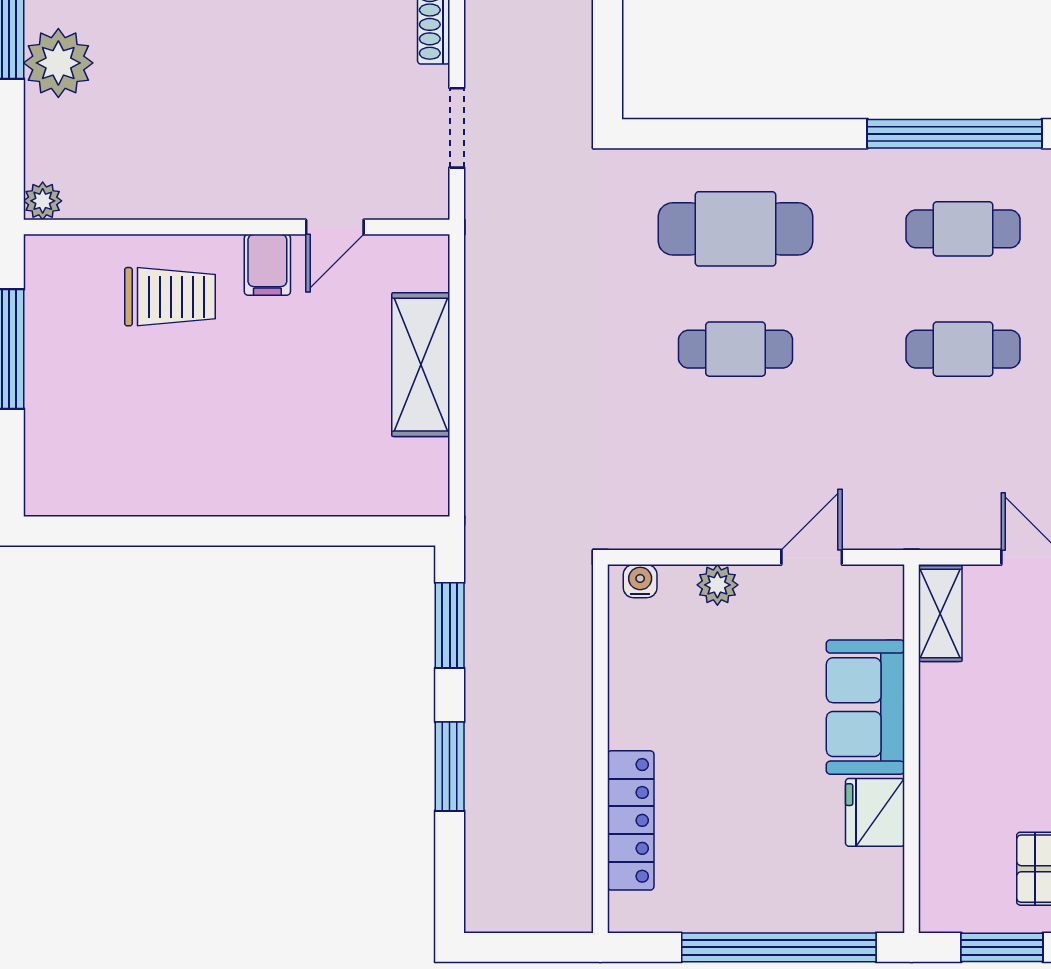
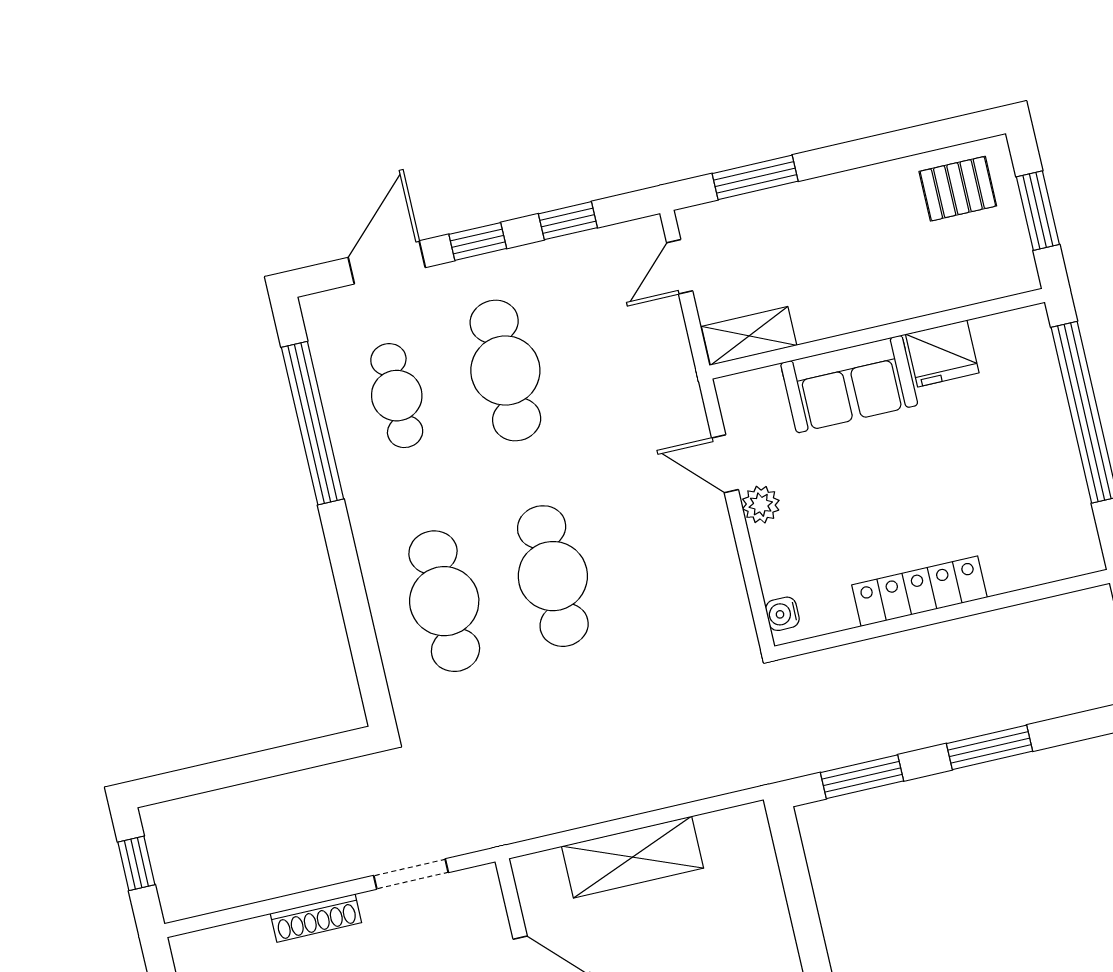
cafe table: (736, 349) -> (553, 576), width x1.37, depth x1.35
cafe table: (963, 349) -> (505, 371), width x1.37, depth x1.35
plant: (717, 585) -> (761, 505), moved
locker: (631, 820) -> (919, 591), moved

